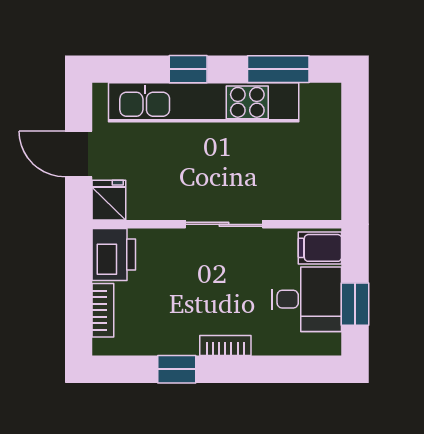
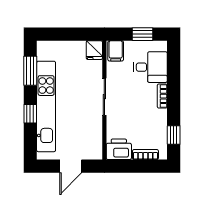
fridge: (109, 200) -> (94, 50), moved, turned -90
desk: (307, 299) -> (150, 67), moved, turned 90
window: (177, 369) -> (174, 135), moved

